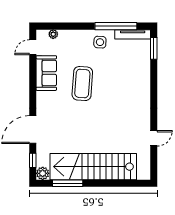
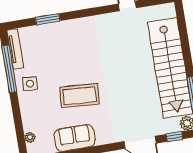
window: (154, 48) -> (48, 19), moved

